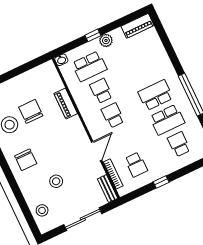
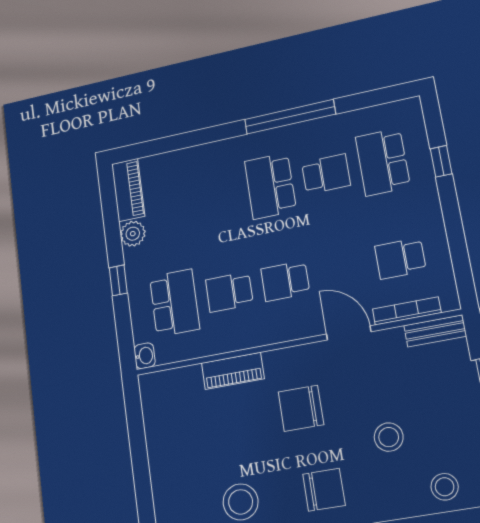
plant: (106, 40) -> (133, 234), moved
chair: (31, 111) -> (301, 408), moved
school desk: (167, 120) -> (326, 174), width x0.54
school desk: (179, 144) -> (383, 162), width x1.85
school desk: (136, 165) -> (400, 258), turned 180
window: (161, 182) -> (441, 161), moved

